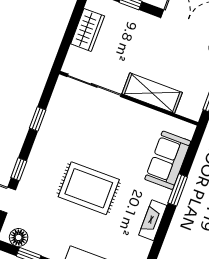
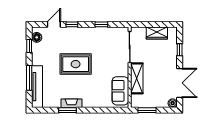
sofa: (168, 160) -> (120, 91), moved, turned -90
rug: (89, 188) -> (76, 64), turned 90
window: (178, 190) -> (68, 110), moved

